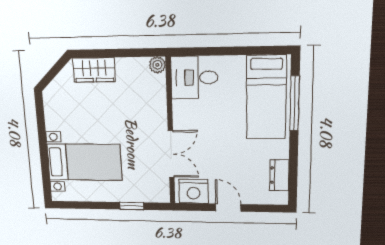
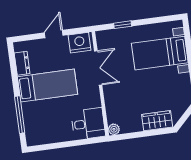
bed: (266, 97) -> (47, 85), moved, turned 90
double door: (171, 154) -> (98, 68), swing flipped
door: (228, 208) -> (54, 34), swing flipped

